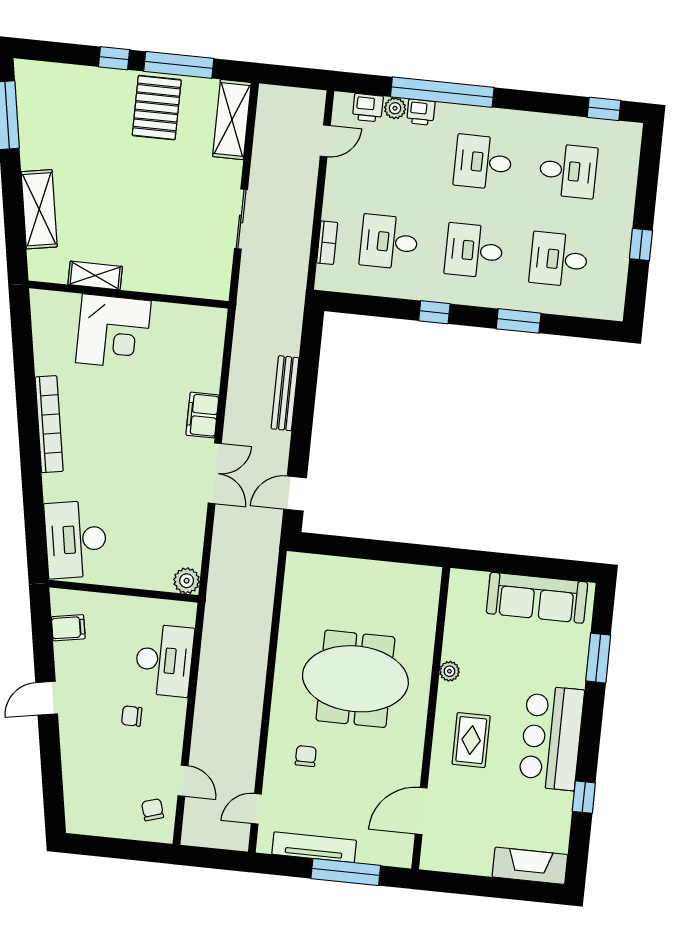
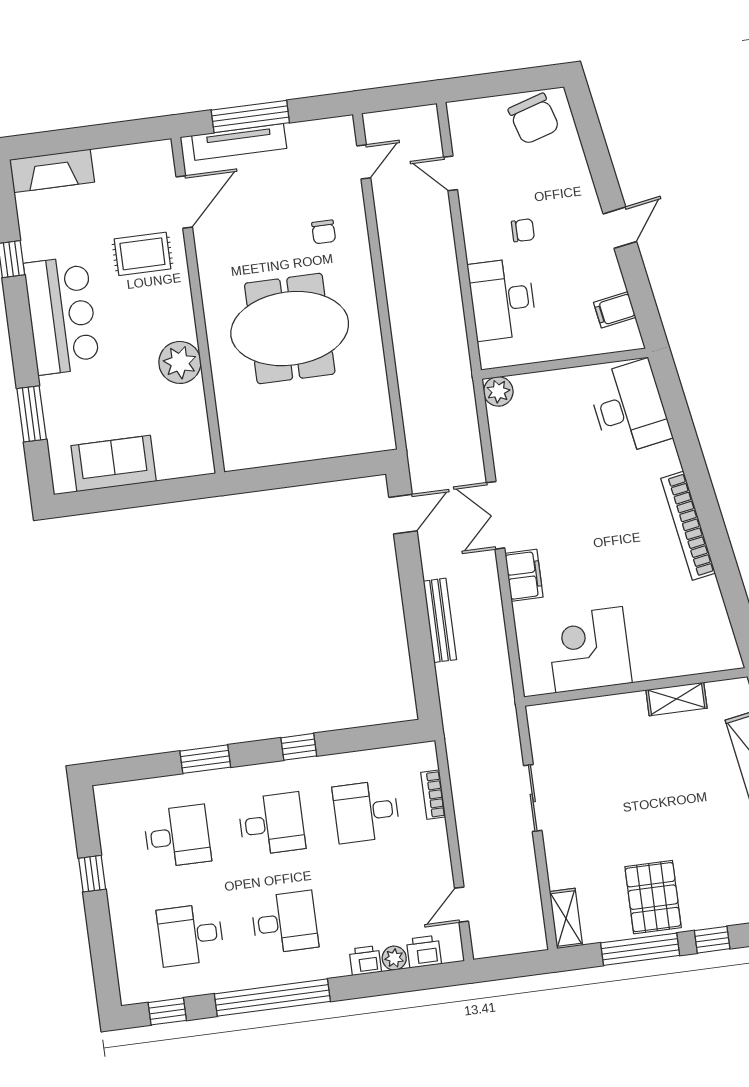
window: (442, 92) -> (272, 998), moved
shelving: (232, 120) -> (566, 919), width x0.67, depth x0.75
desk: (389, 242) -> (366, 811), turned 180
corner desk: (113, 332) -> (589, 650), moved
sofa: (537, 598) -> (114, 463), width x0.73
plant: (449, 671) -> (180, 362), width x1.88, depth x1.88
rug: (471, 740) -> (142, 254), moved, turned 90
chair: (153, 810) -> (534, 119), moved, width x1.87, depth x1.87
tv unit: (314, 847) -> (239, 142), moved

